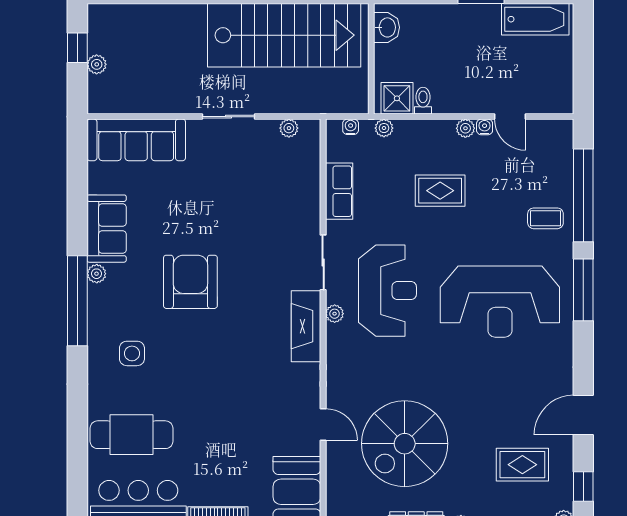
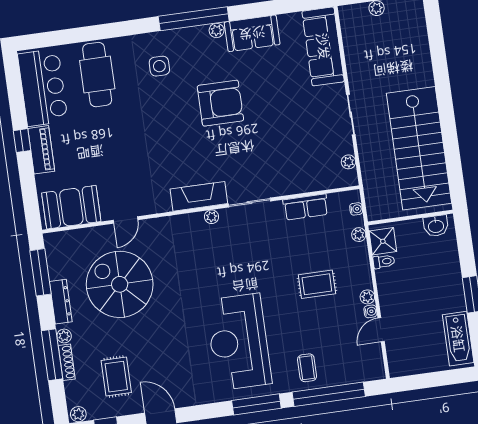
rug: (440, 191) -> (317, 284), turned 90
reception desk: (387, 291) -> (235, 255), removed

